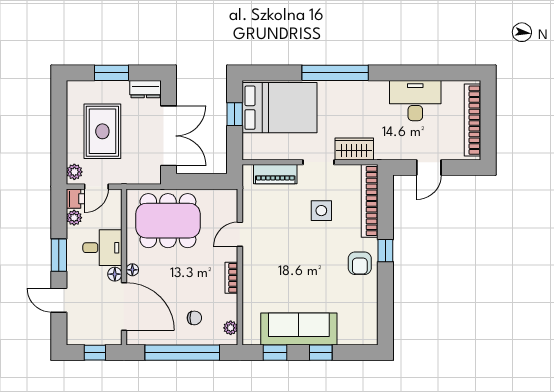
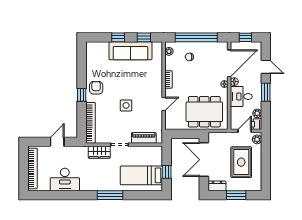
window: (335, 73) -> (110, 195), width x0.68
bed: (279, 108) -> (141, 175), width x0.67
side table: (321, 211) -> (126, 105), moved
door: (124, 307) -> (229, 63), swing flipped

